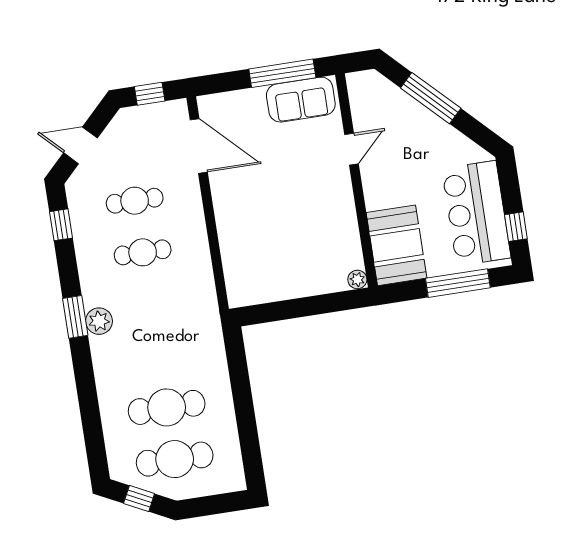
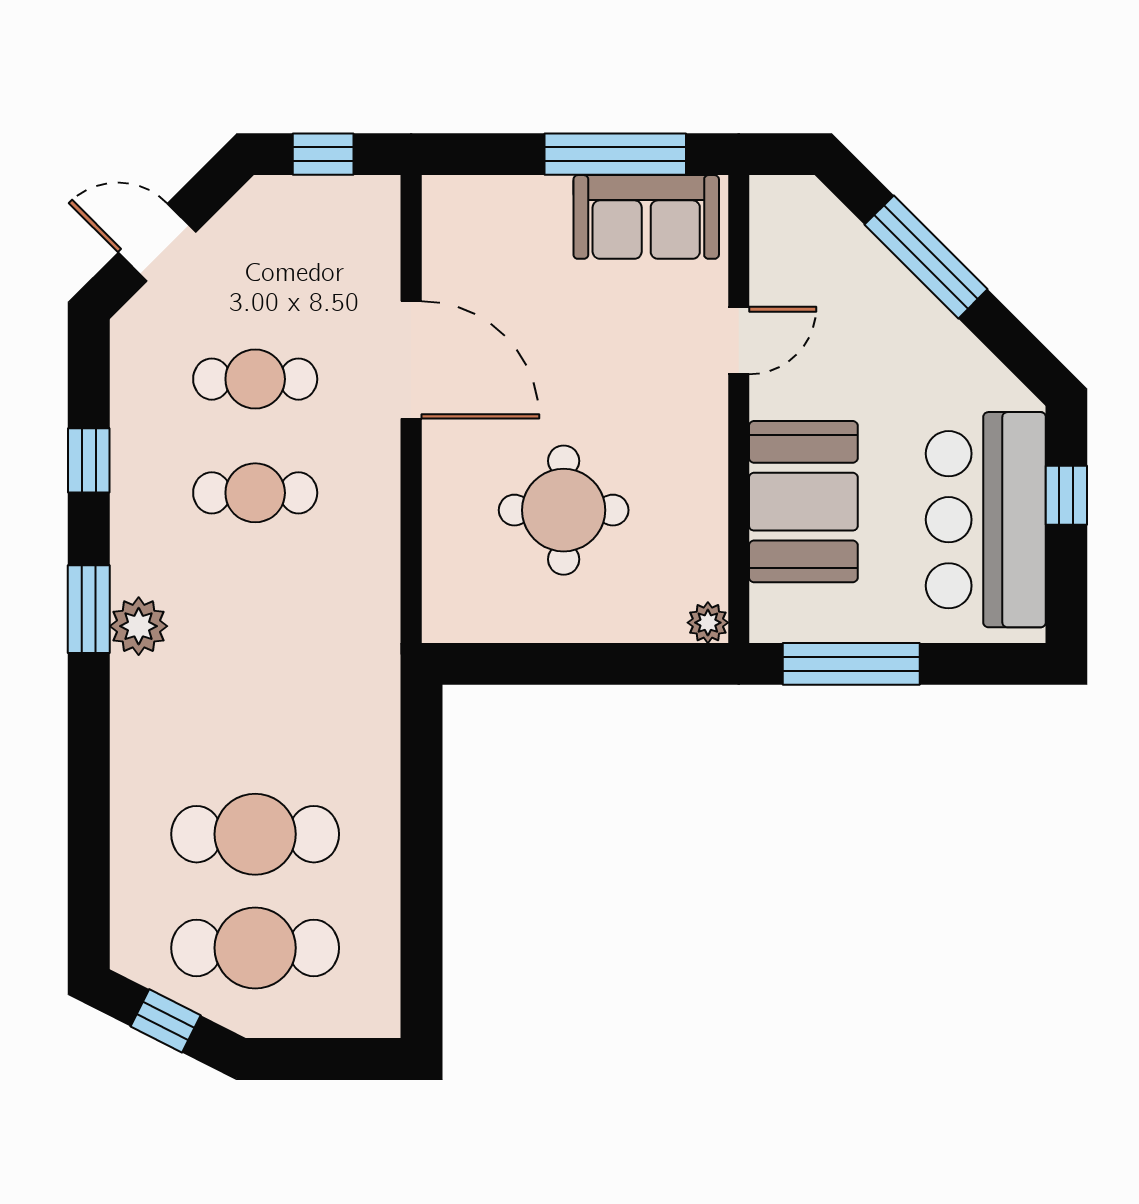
door: (199, 146) -> (411, 360), moved
window: (61, 225) -> (89, 460), moved
window: (516, 227) -> (1066, 495), moved
round table: (284, 239) -> (564, 510), added
booth: (396, 245) -> (803, 502), moved
window: (458, 283) -> (851, 664), moved

